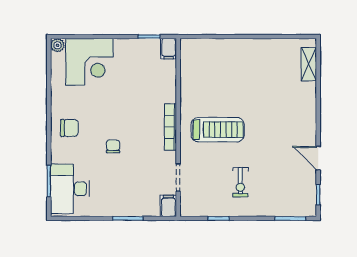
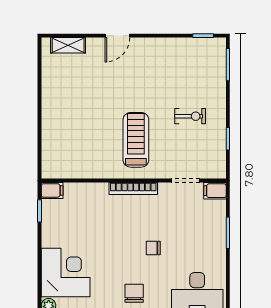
door: (318, 158) -> (117, 36), moved

